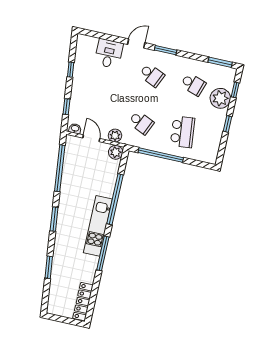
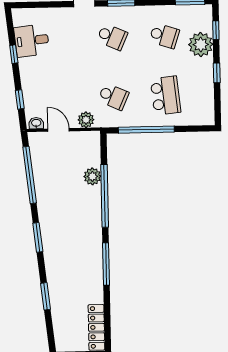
desk: (109, 54) -> (32, 41), moved, turned -96
plant: (116, 152) -> (92, 176), moved
kitchen unit: (98, 226) -> (92, 233), removed

